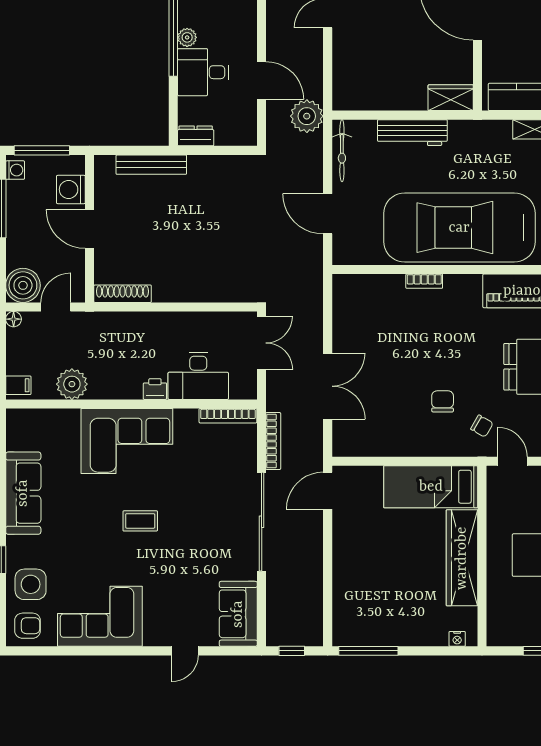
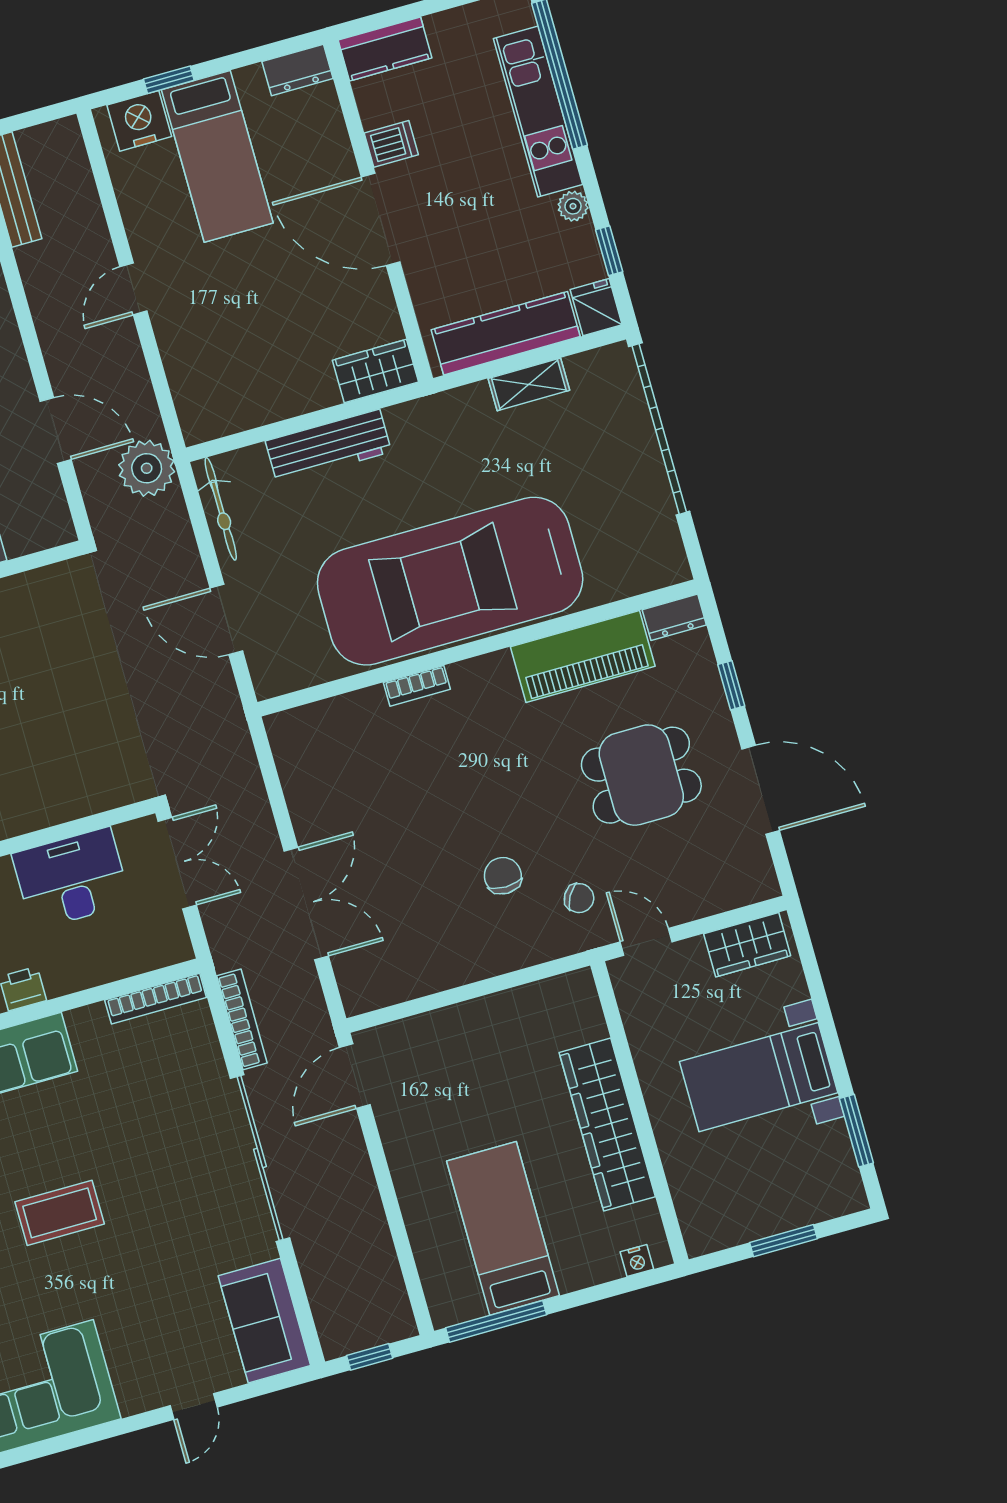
desk: (198, 376) -> (71, 879), moved, turned 180
bed: (431, 487) -> (503, 1228), moved, turned 90
coffee table: (140, 521) -> (60, 1213), width x1.36, depth x1.30

